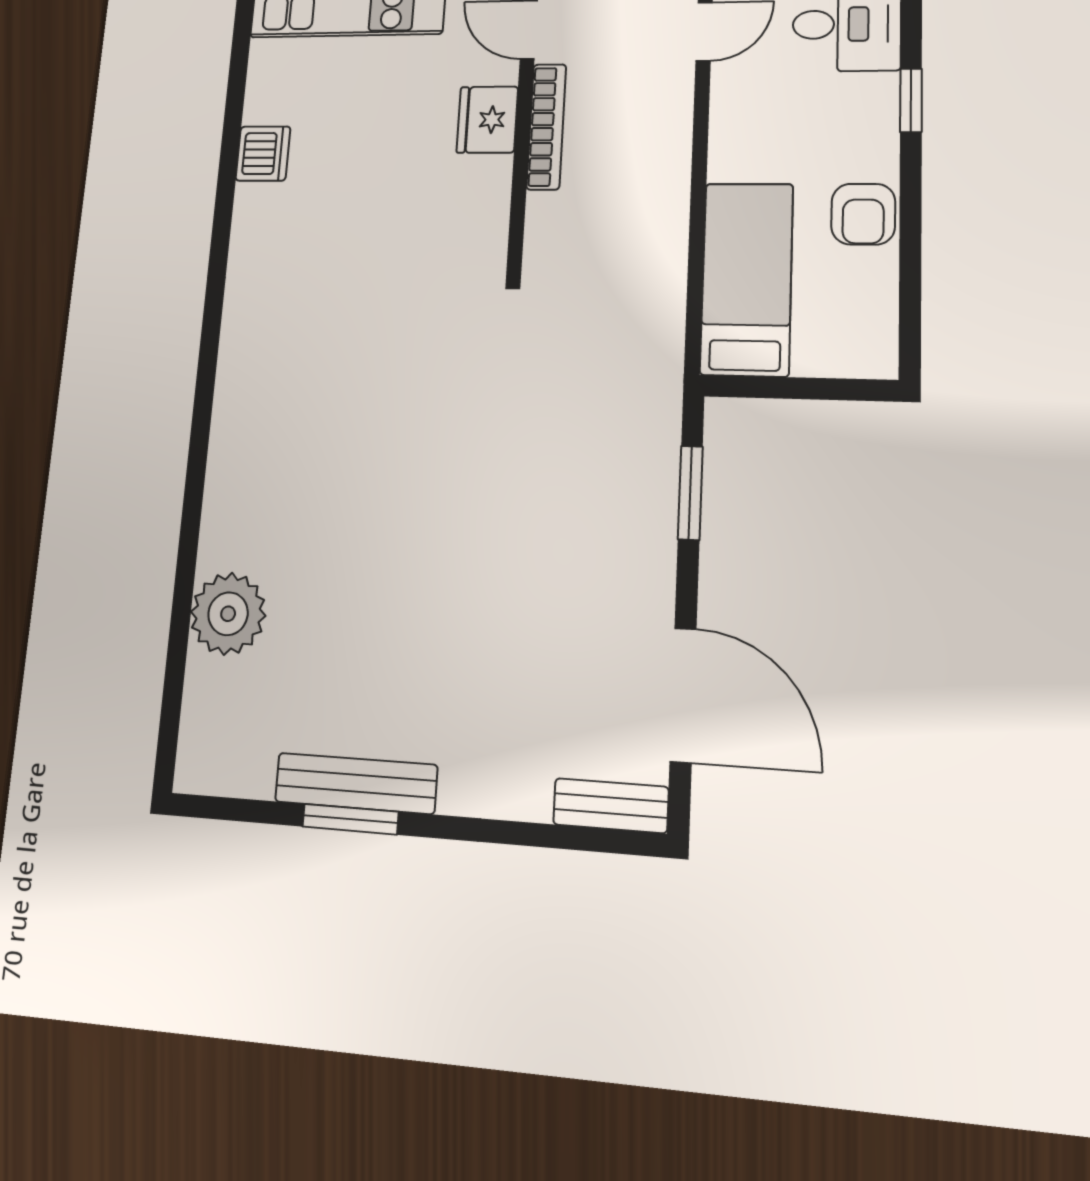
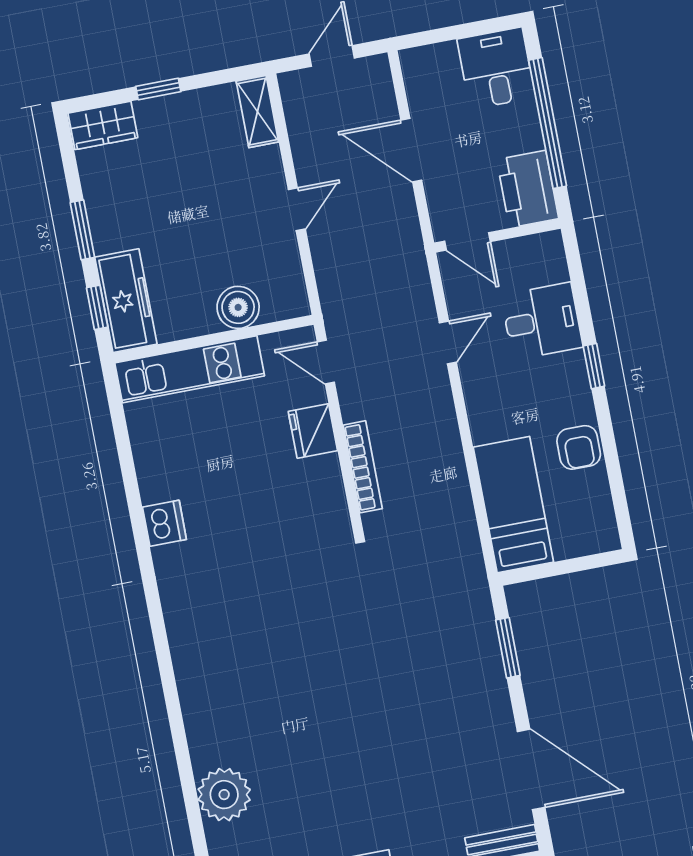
bookcase: (546, 127) -> (363, 467), moved
dishwasher: (263, 154) -> (164, 523), moved

